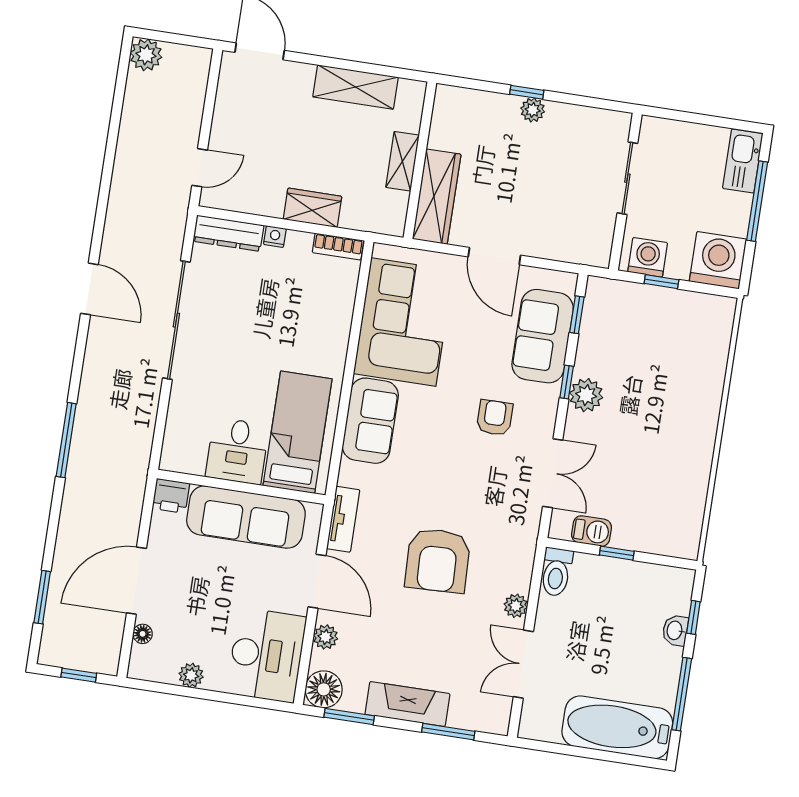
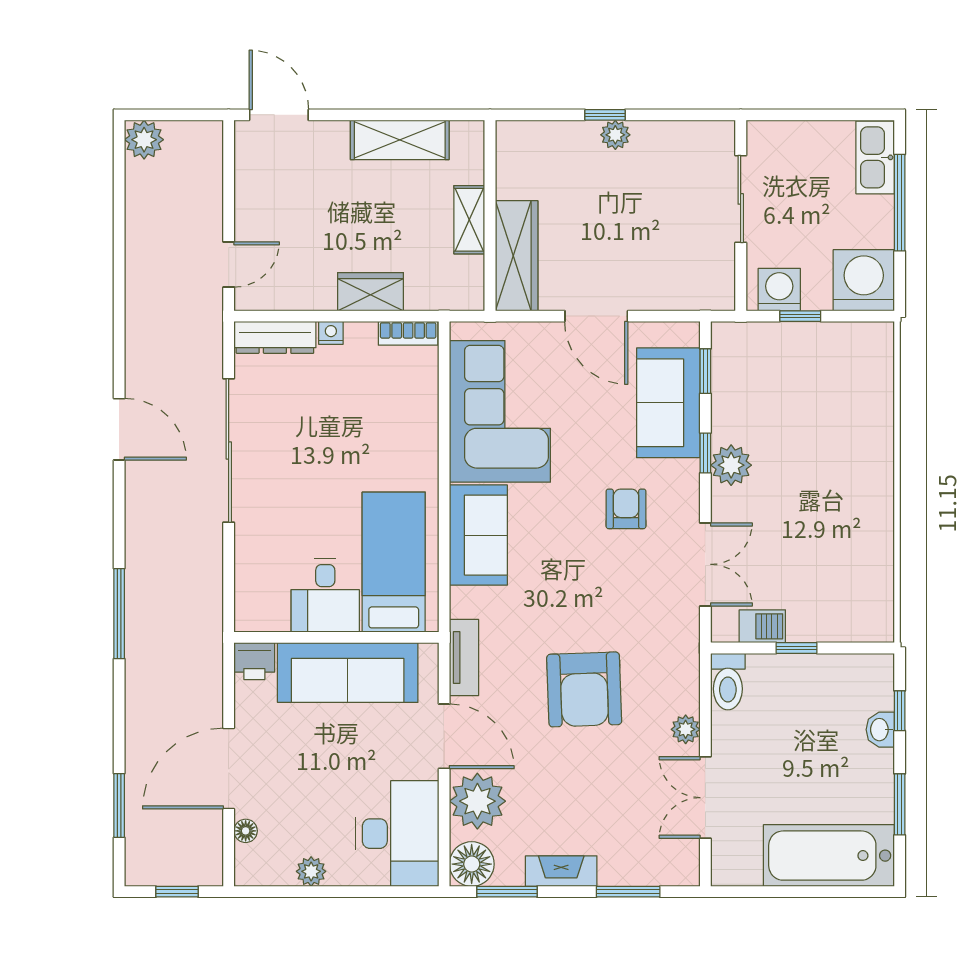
plant: (325, 637) -> (477, 801), width x1.87, depth x1.87
window: (682, 694) -> (900, 804), width x0.69
fireplace: (407, 704) -> (561, 871), width x0.73, depth x0.76

